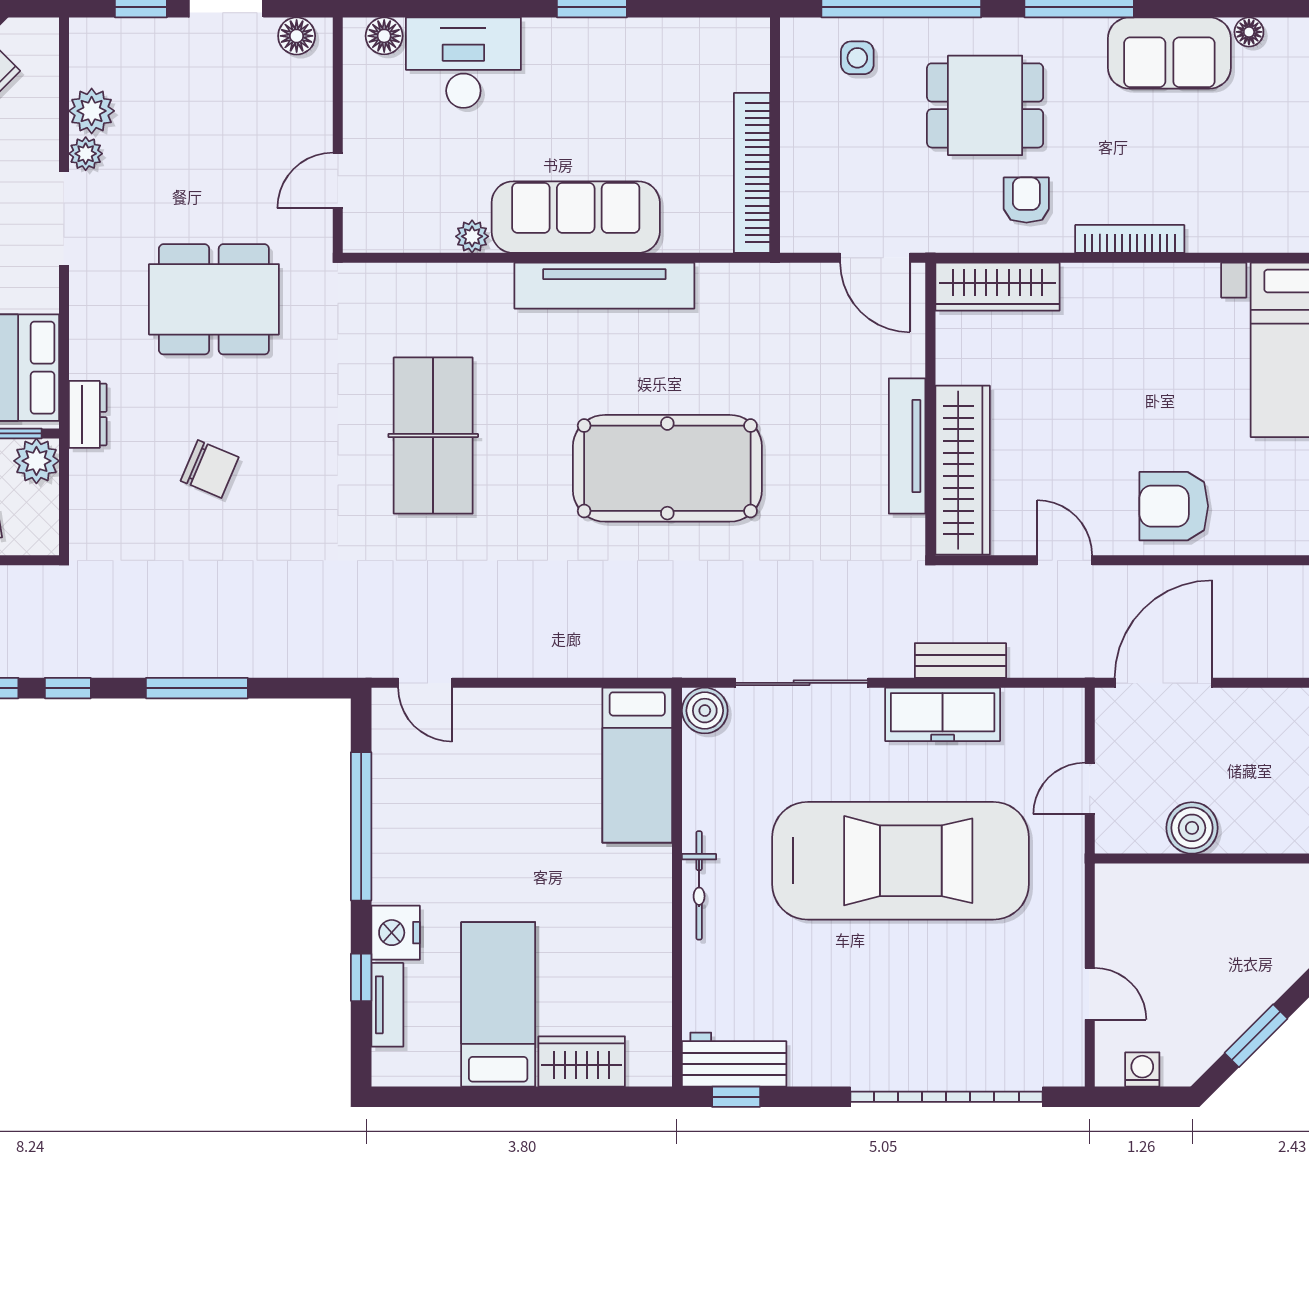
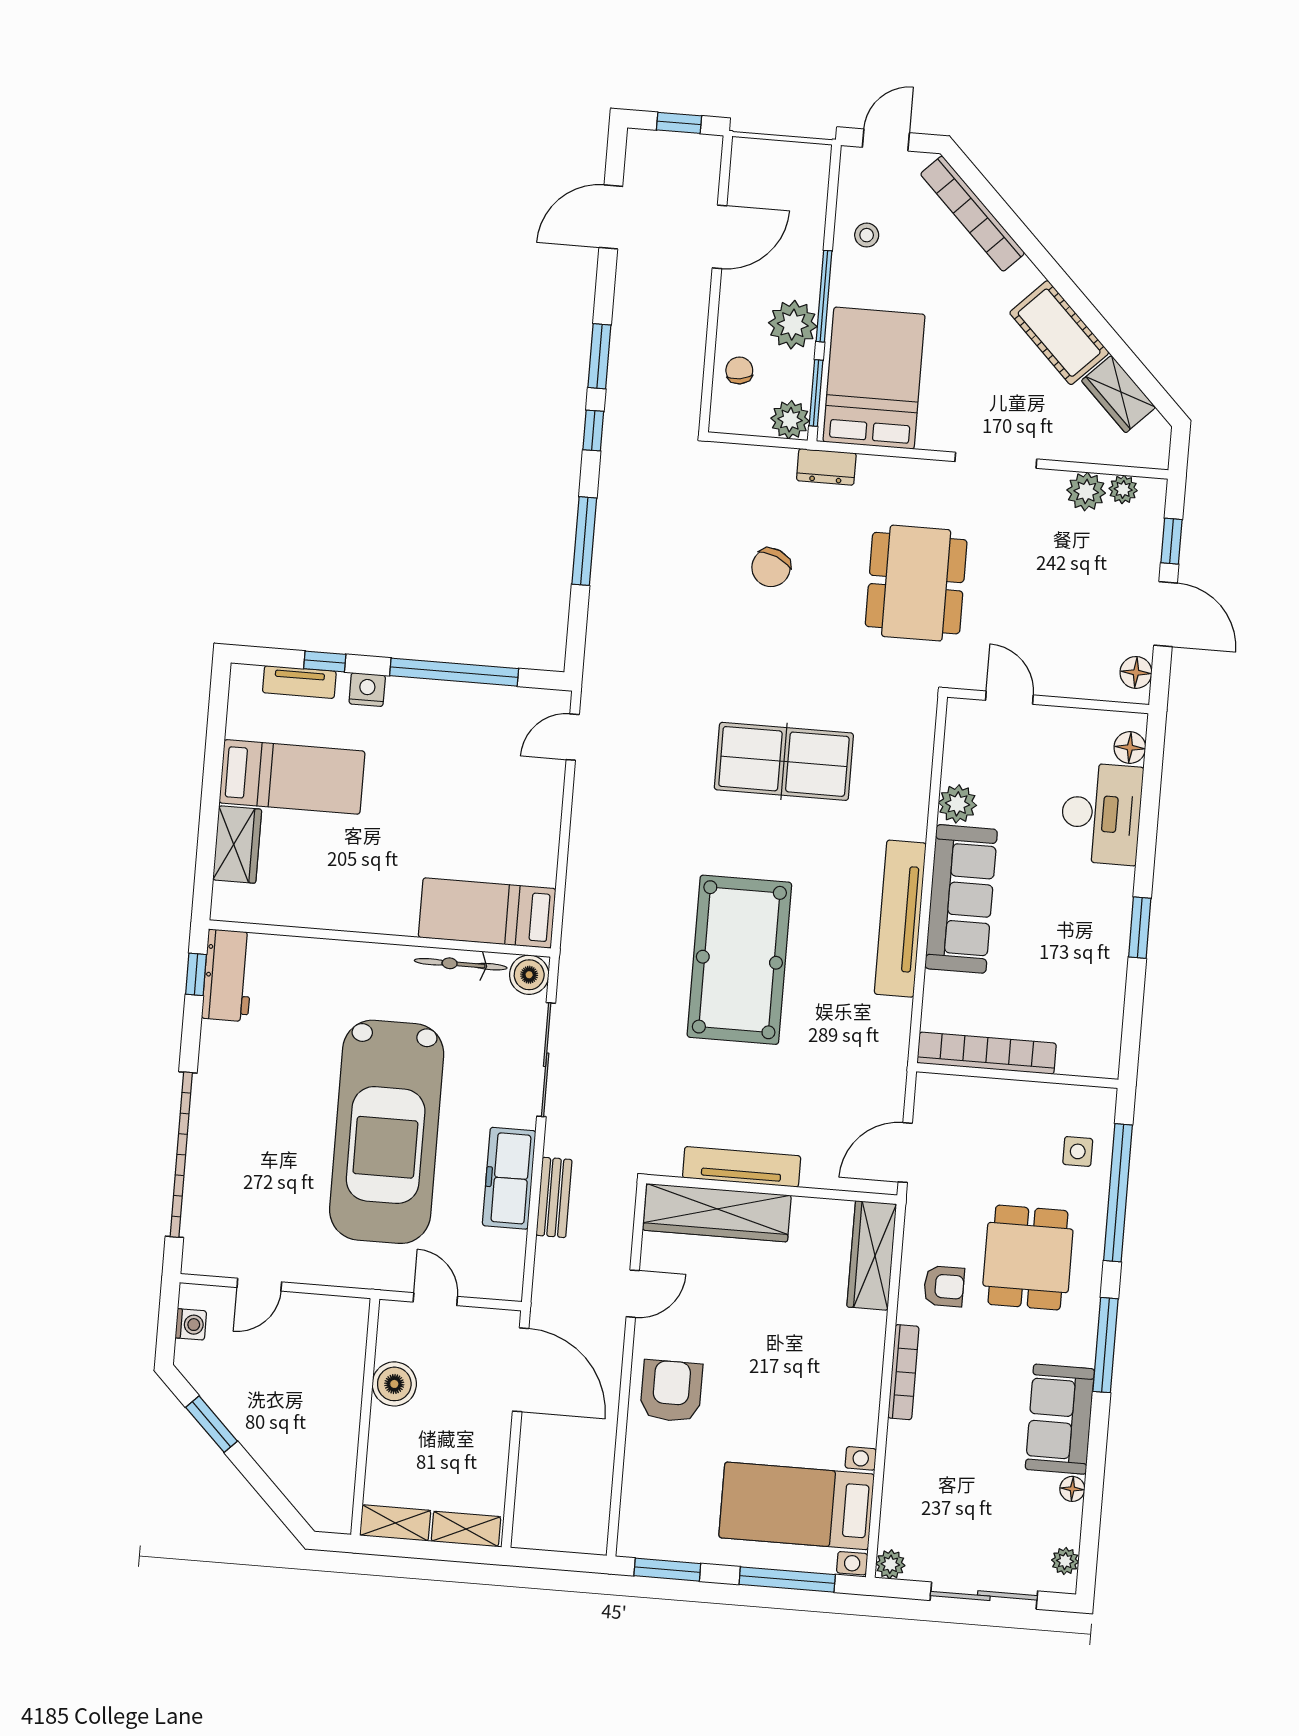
plant: (86, 154) -> (1123, 489), moved
plant: (472, 236) -> (957, 804), width x1.38, depth x1.38
bicycle: (699, 885) -> (461, 964), moved
nightstand: (396, 933) -> (367, 690), width x0.74, depth x0.75

